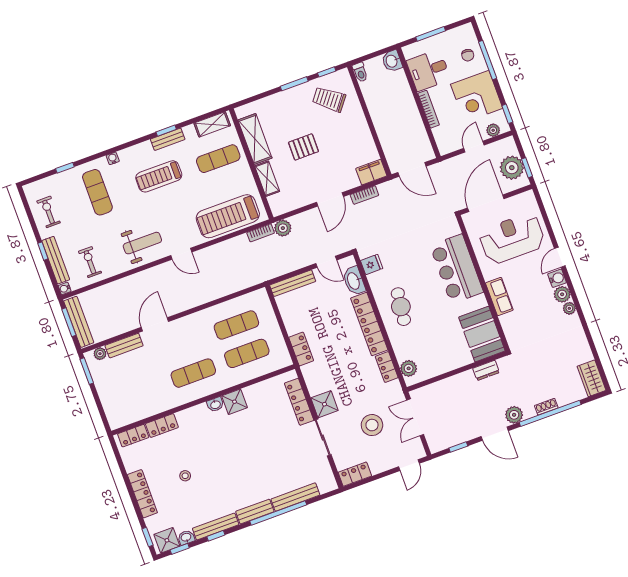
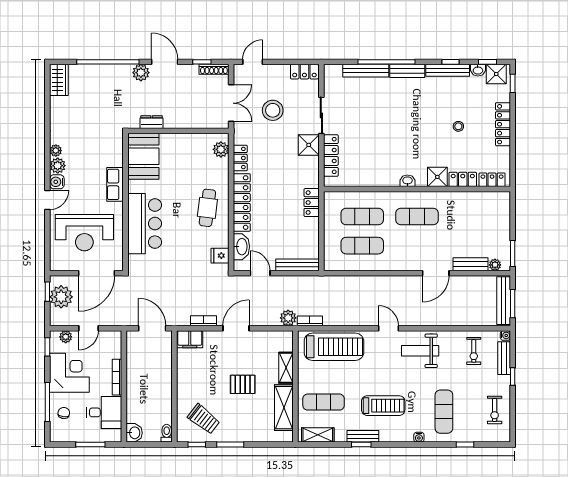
bench: (56, 260) -> (504, 358), width x0.73
shower: (235, 402) -> (437, 177), moved
shoe rack: (546, 407) -> (214, 69), moved, width x1.43

